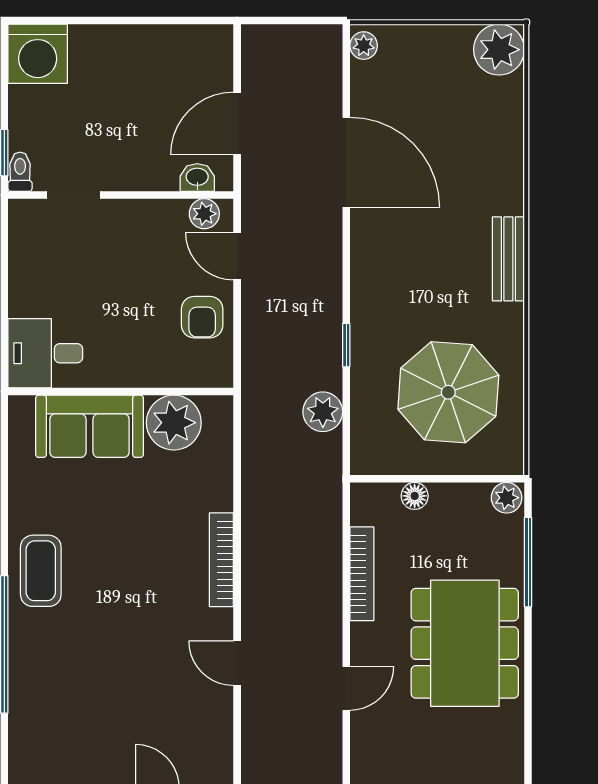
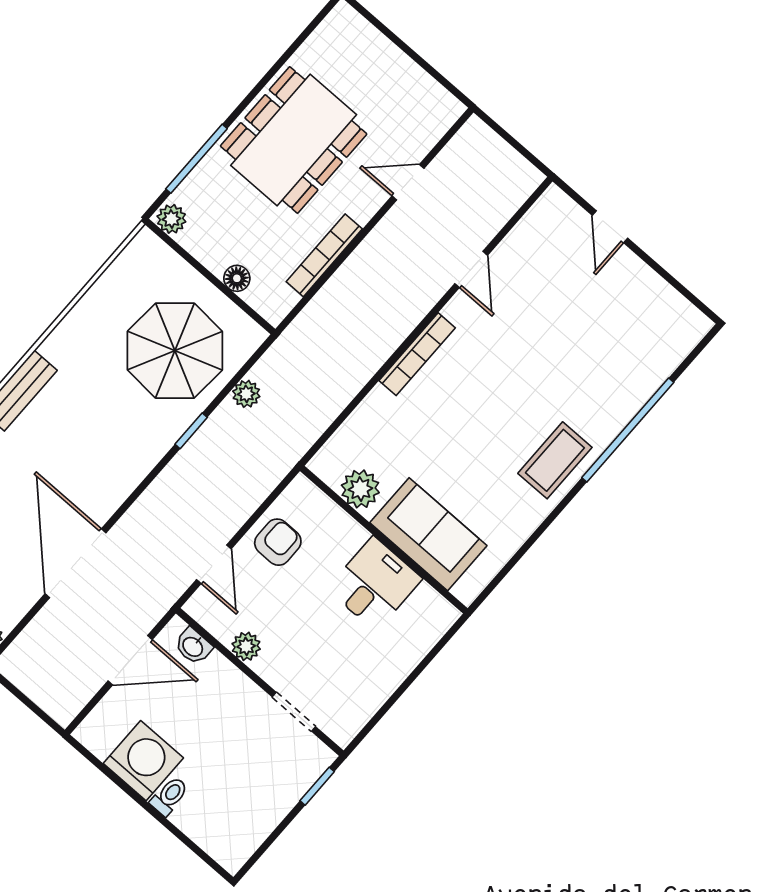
washing machine: (38, 54) -> (143, 761), moved
toilet: (20, 172) -> (169, 796), moved, turned 180
plant: (204, 214) -> (246, 646), moved
desk: (45, 353) -> (375, 584), moved, turned -90
parasol: (448, 392) -> (175, 351), moved
plant: (323, 412) -> (246, 394), width x0.73, depth x0.73
plant: (174, 423) -> (360, 489), width x0.73, depth x0.73

